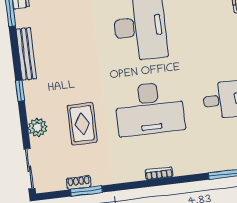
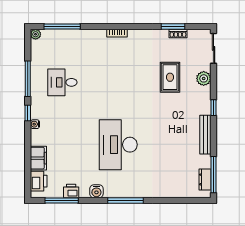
desk: (150, 109) -> (118, 82), removed

